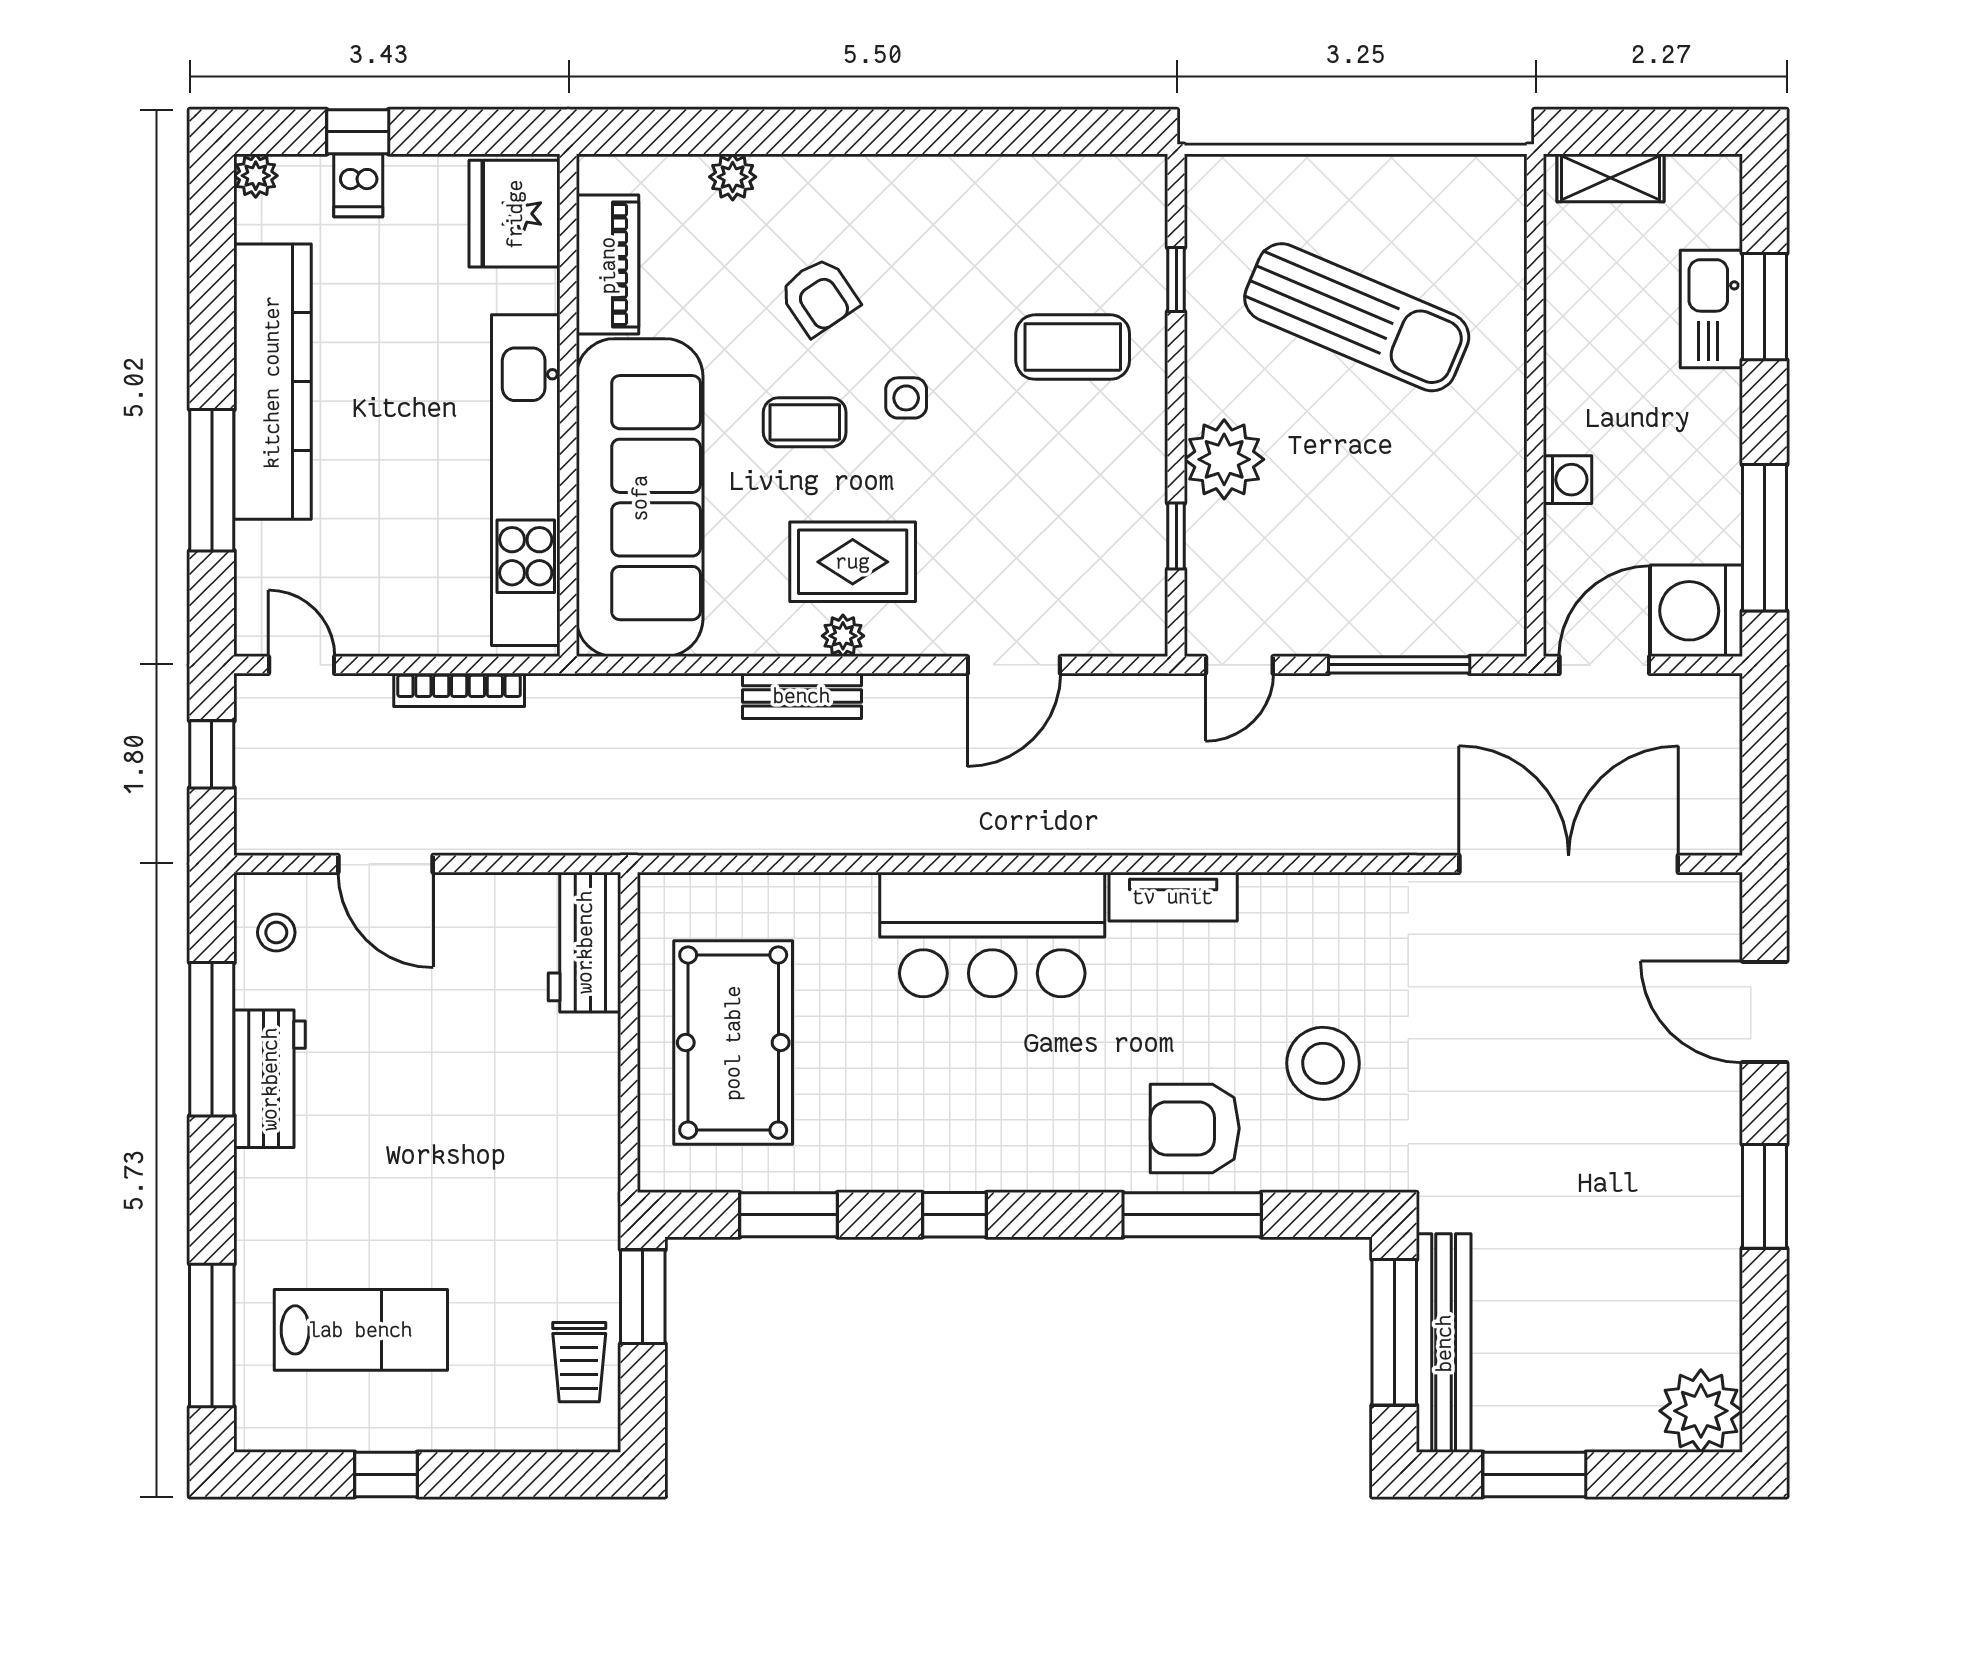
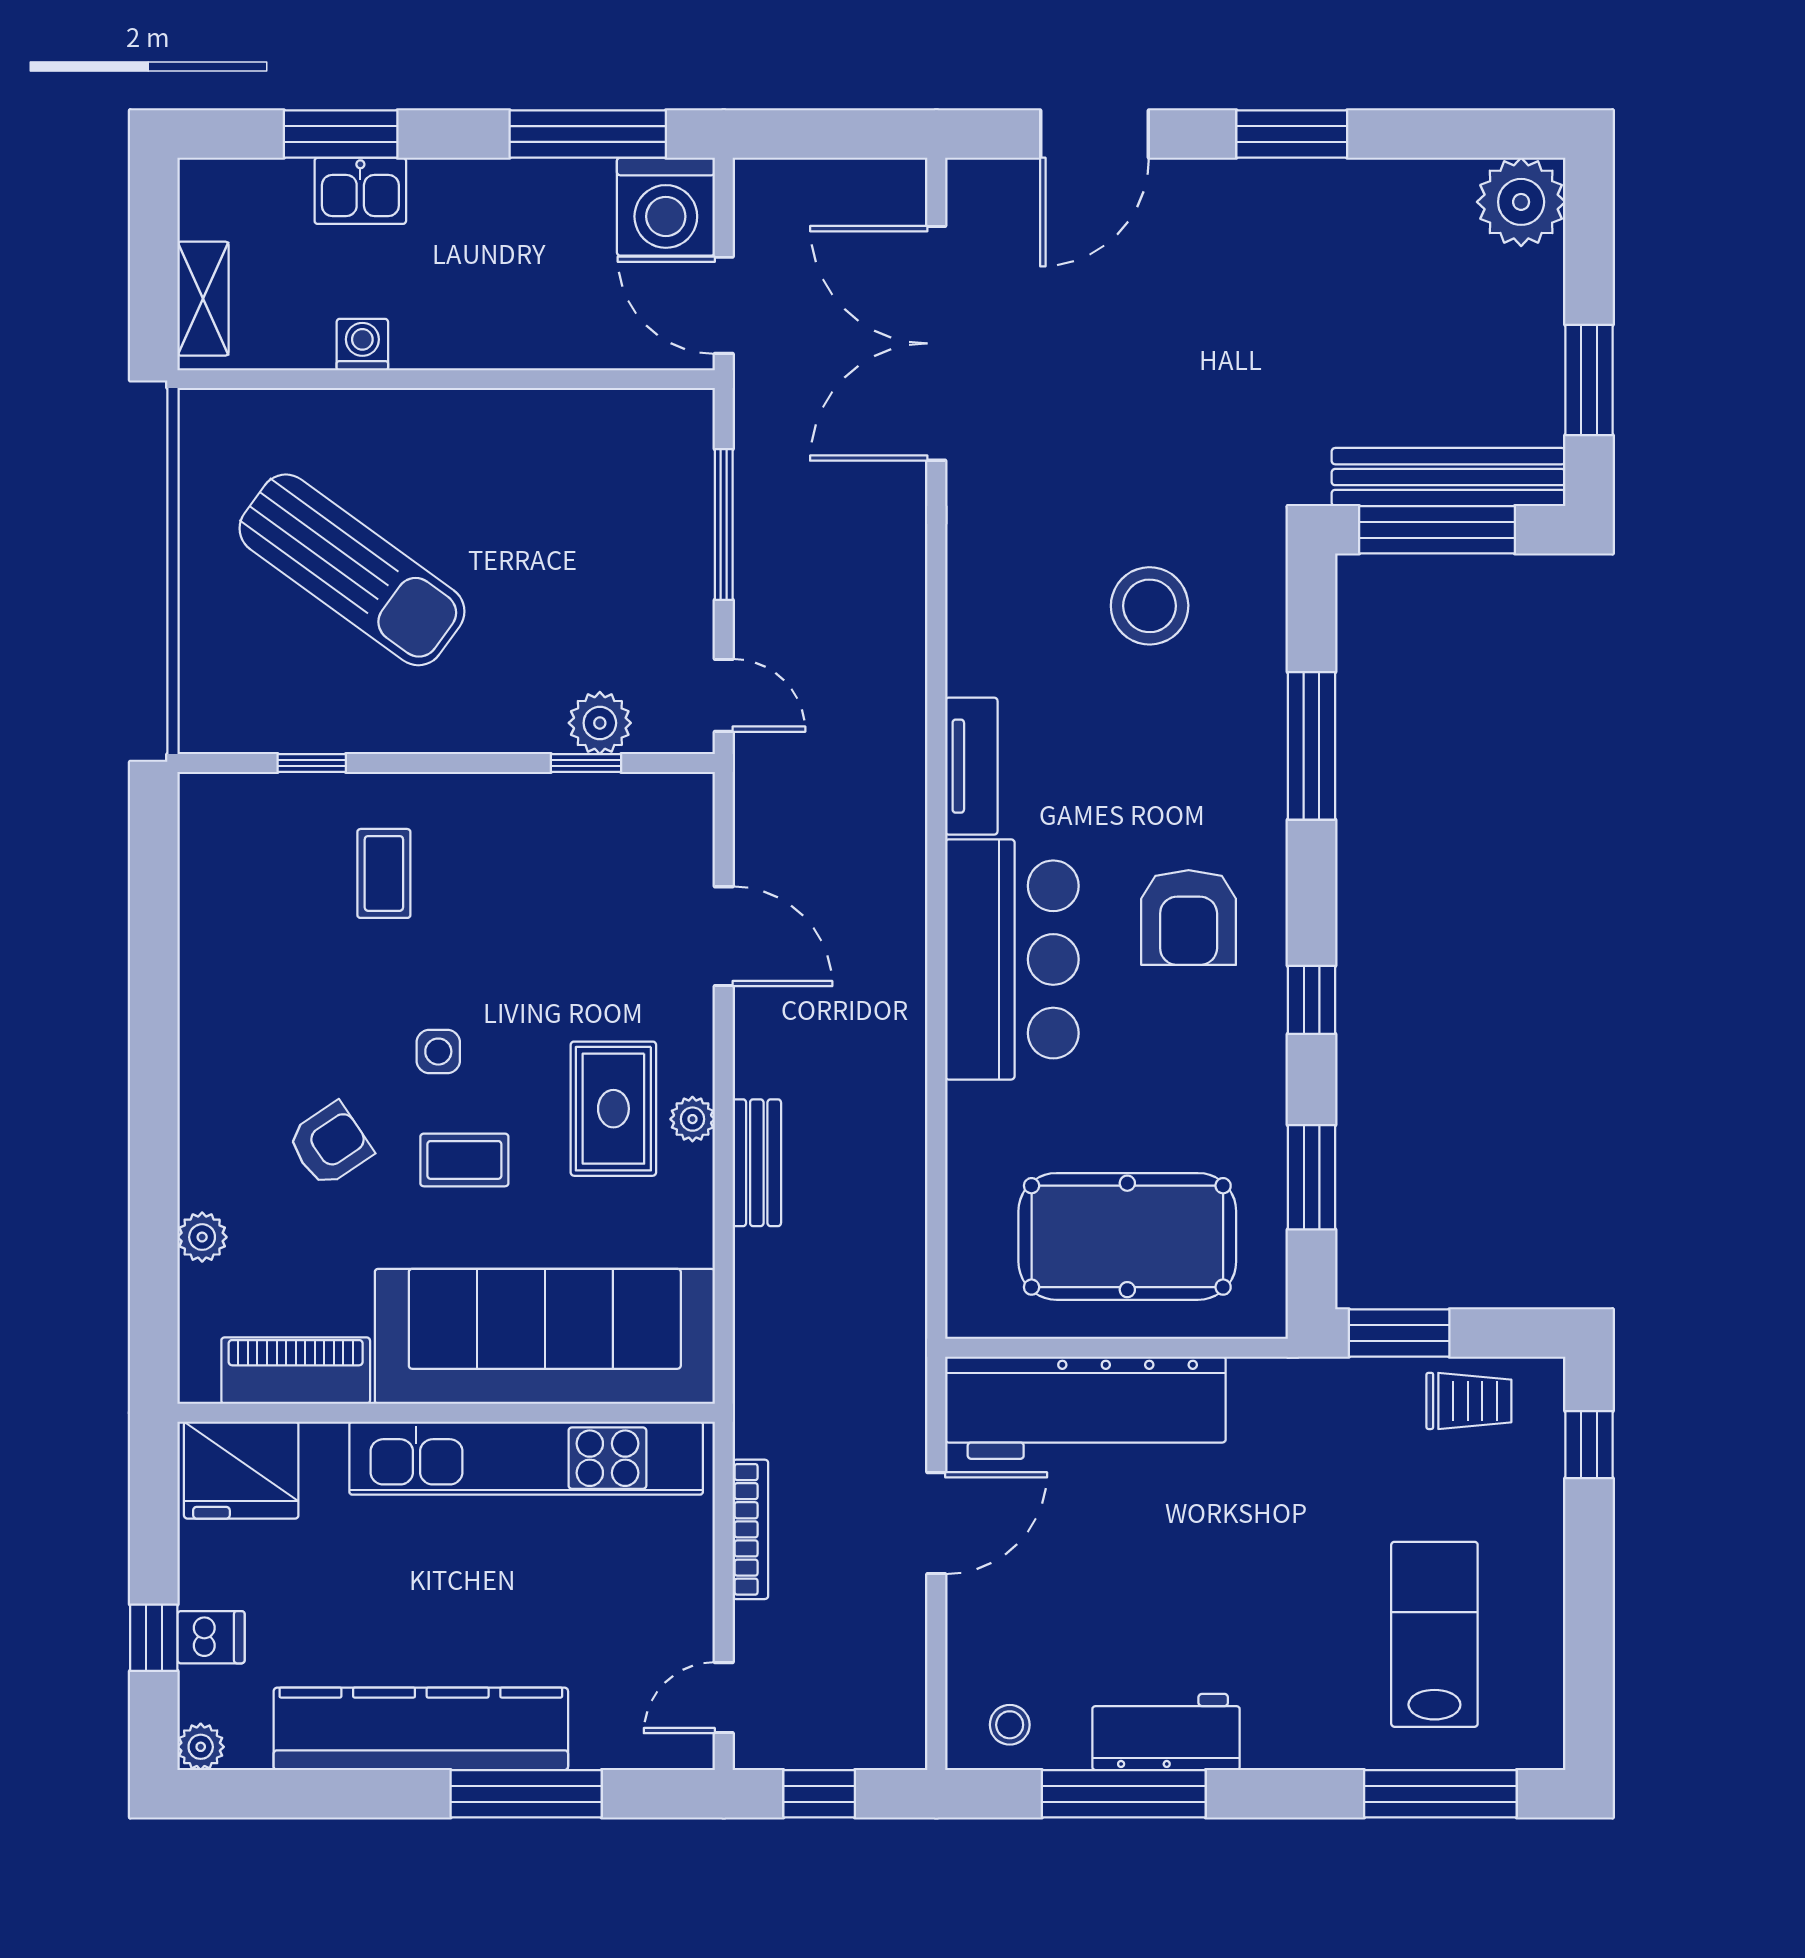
kitchen sink: (1711, 309) -> (360, 191), width x0.73
sun lounger: (1357, 317) -> (352, 570), turned 103
coffee table: (1073, 347) -> (384, 873), width x0.73, depth x0.77
coffee table: (805, 422) -> (464, 1160), turned 90
plant: (1224, 459) -> (600, 723), moved, width x0.73, depth x0.73
washing machine: (1568, 480) -> (362, 345), moved
door: (386, 864) -> (936, 1523), moved
workbench: (585, 942) -> (1085, 1408), width x1.88, depth x1.32
armchair: (1195, 1128) -> (1189, 918), moved
window: (386, 1474) -> (1589, 1445), moved

